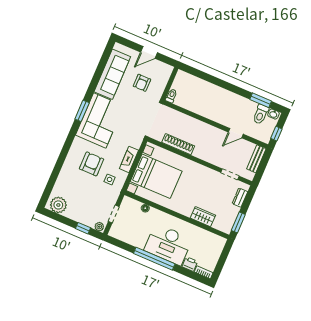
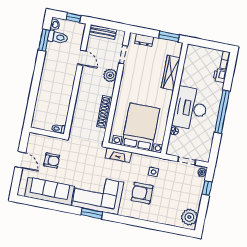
plant: (213, 157) -> (110, 75), added
fireplace: (129, 159) -> (118, 155), moved
wardrobe: (203, 217) -> (171, 73), width x1.50
desk: (168, 244) -> (190, 108), moved, turned 180

